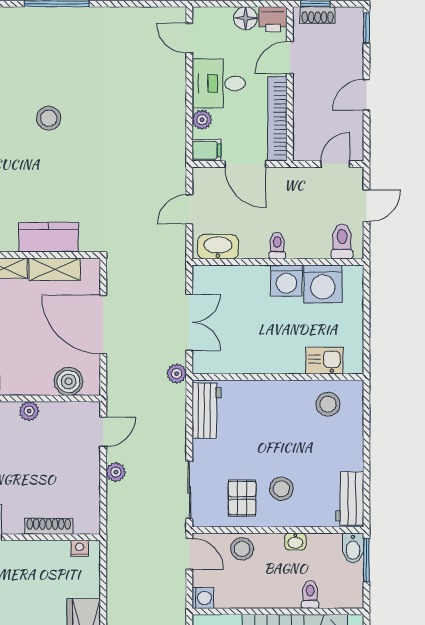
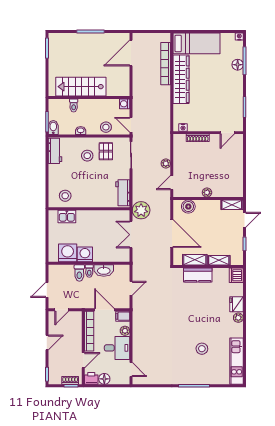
stool: (49, 118) -> (202, 349), moved
toilet: (342, 242) -> (79, 273), moved
washbasin: (218, 247) -> (104, 270), moved
plant: (177, 374) -> (141, 210), width x1.88, depth x1.88

